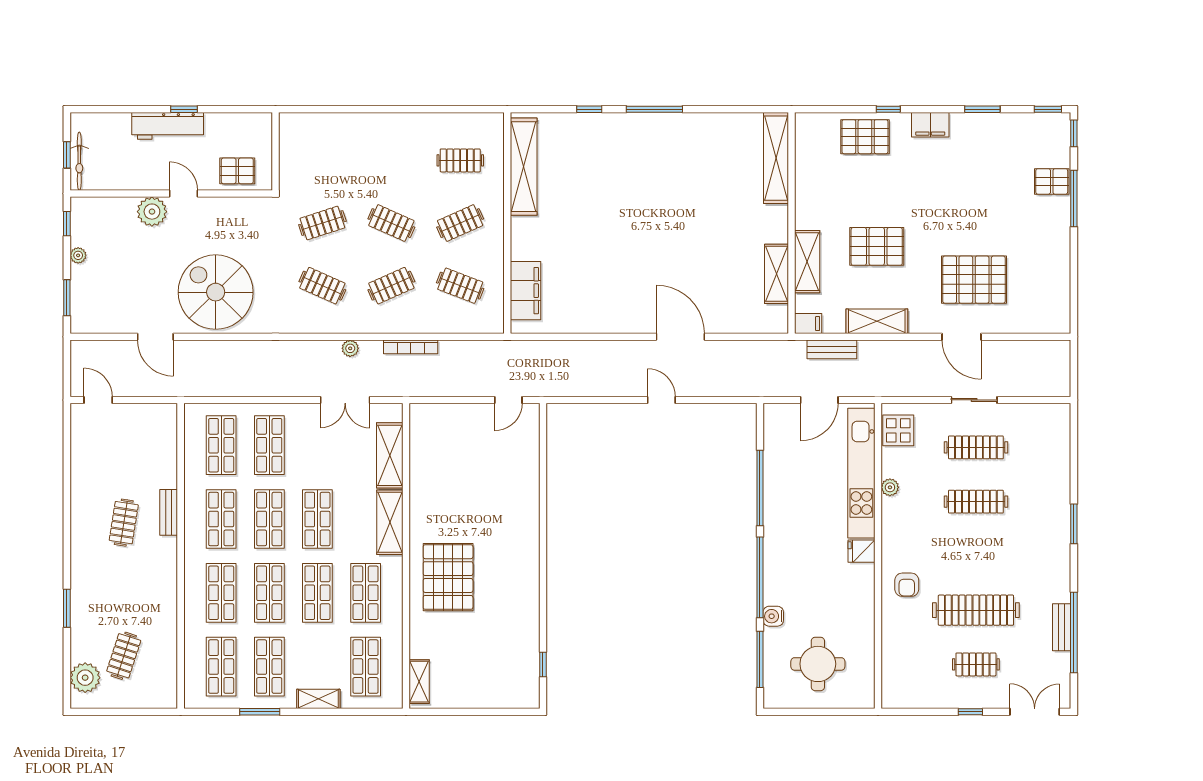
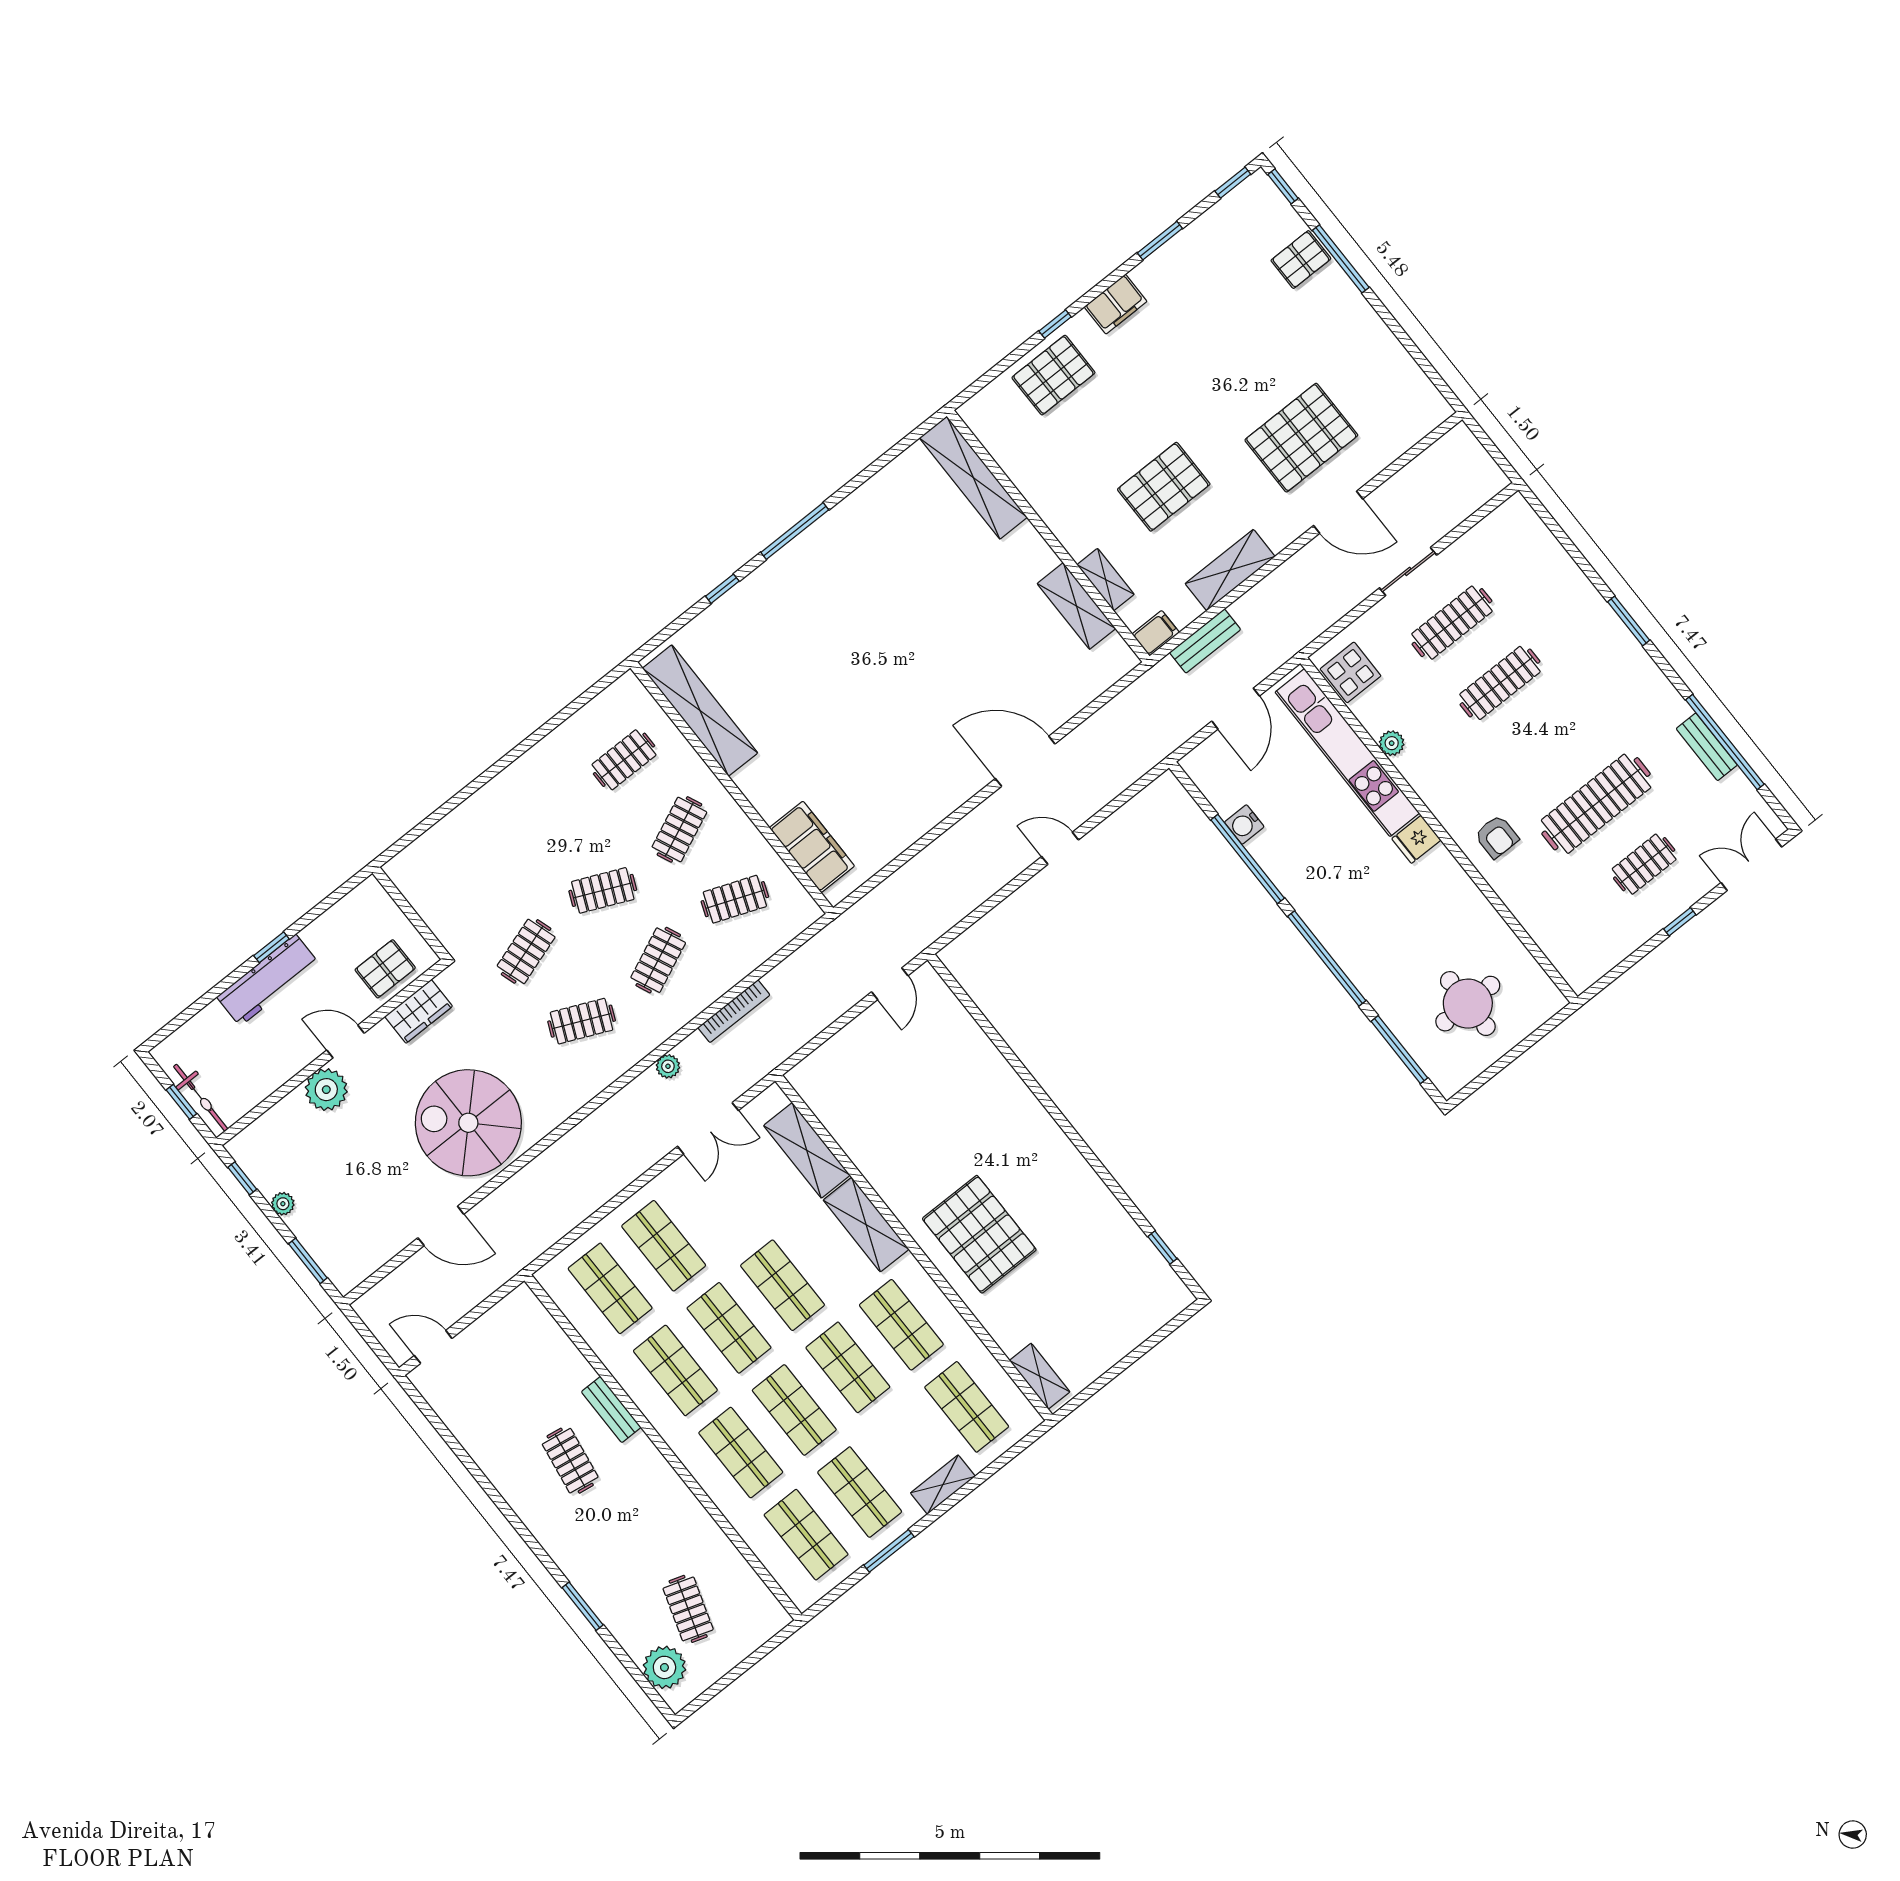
wardrobe: (237, 209) -> (419, 1011), added
shelving: (807, 262) -> (1106, 580), width x0.67, depth x0.75
water cooler: (773, 616) -> (1244, 824), moved

